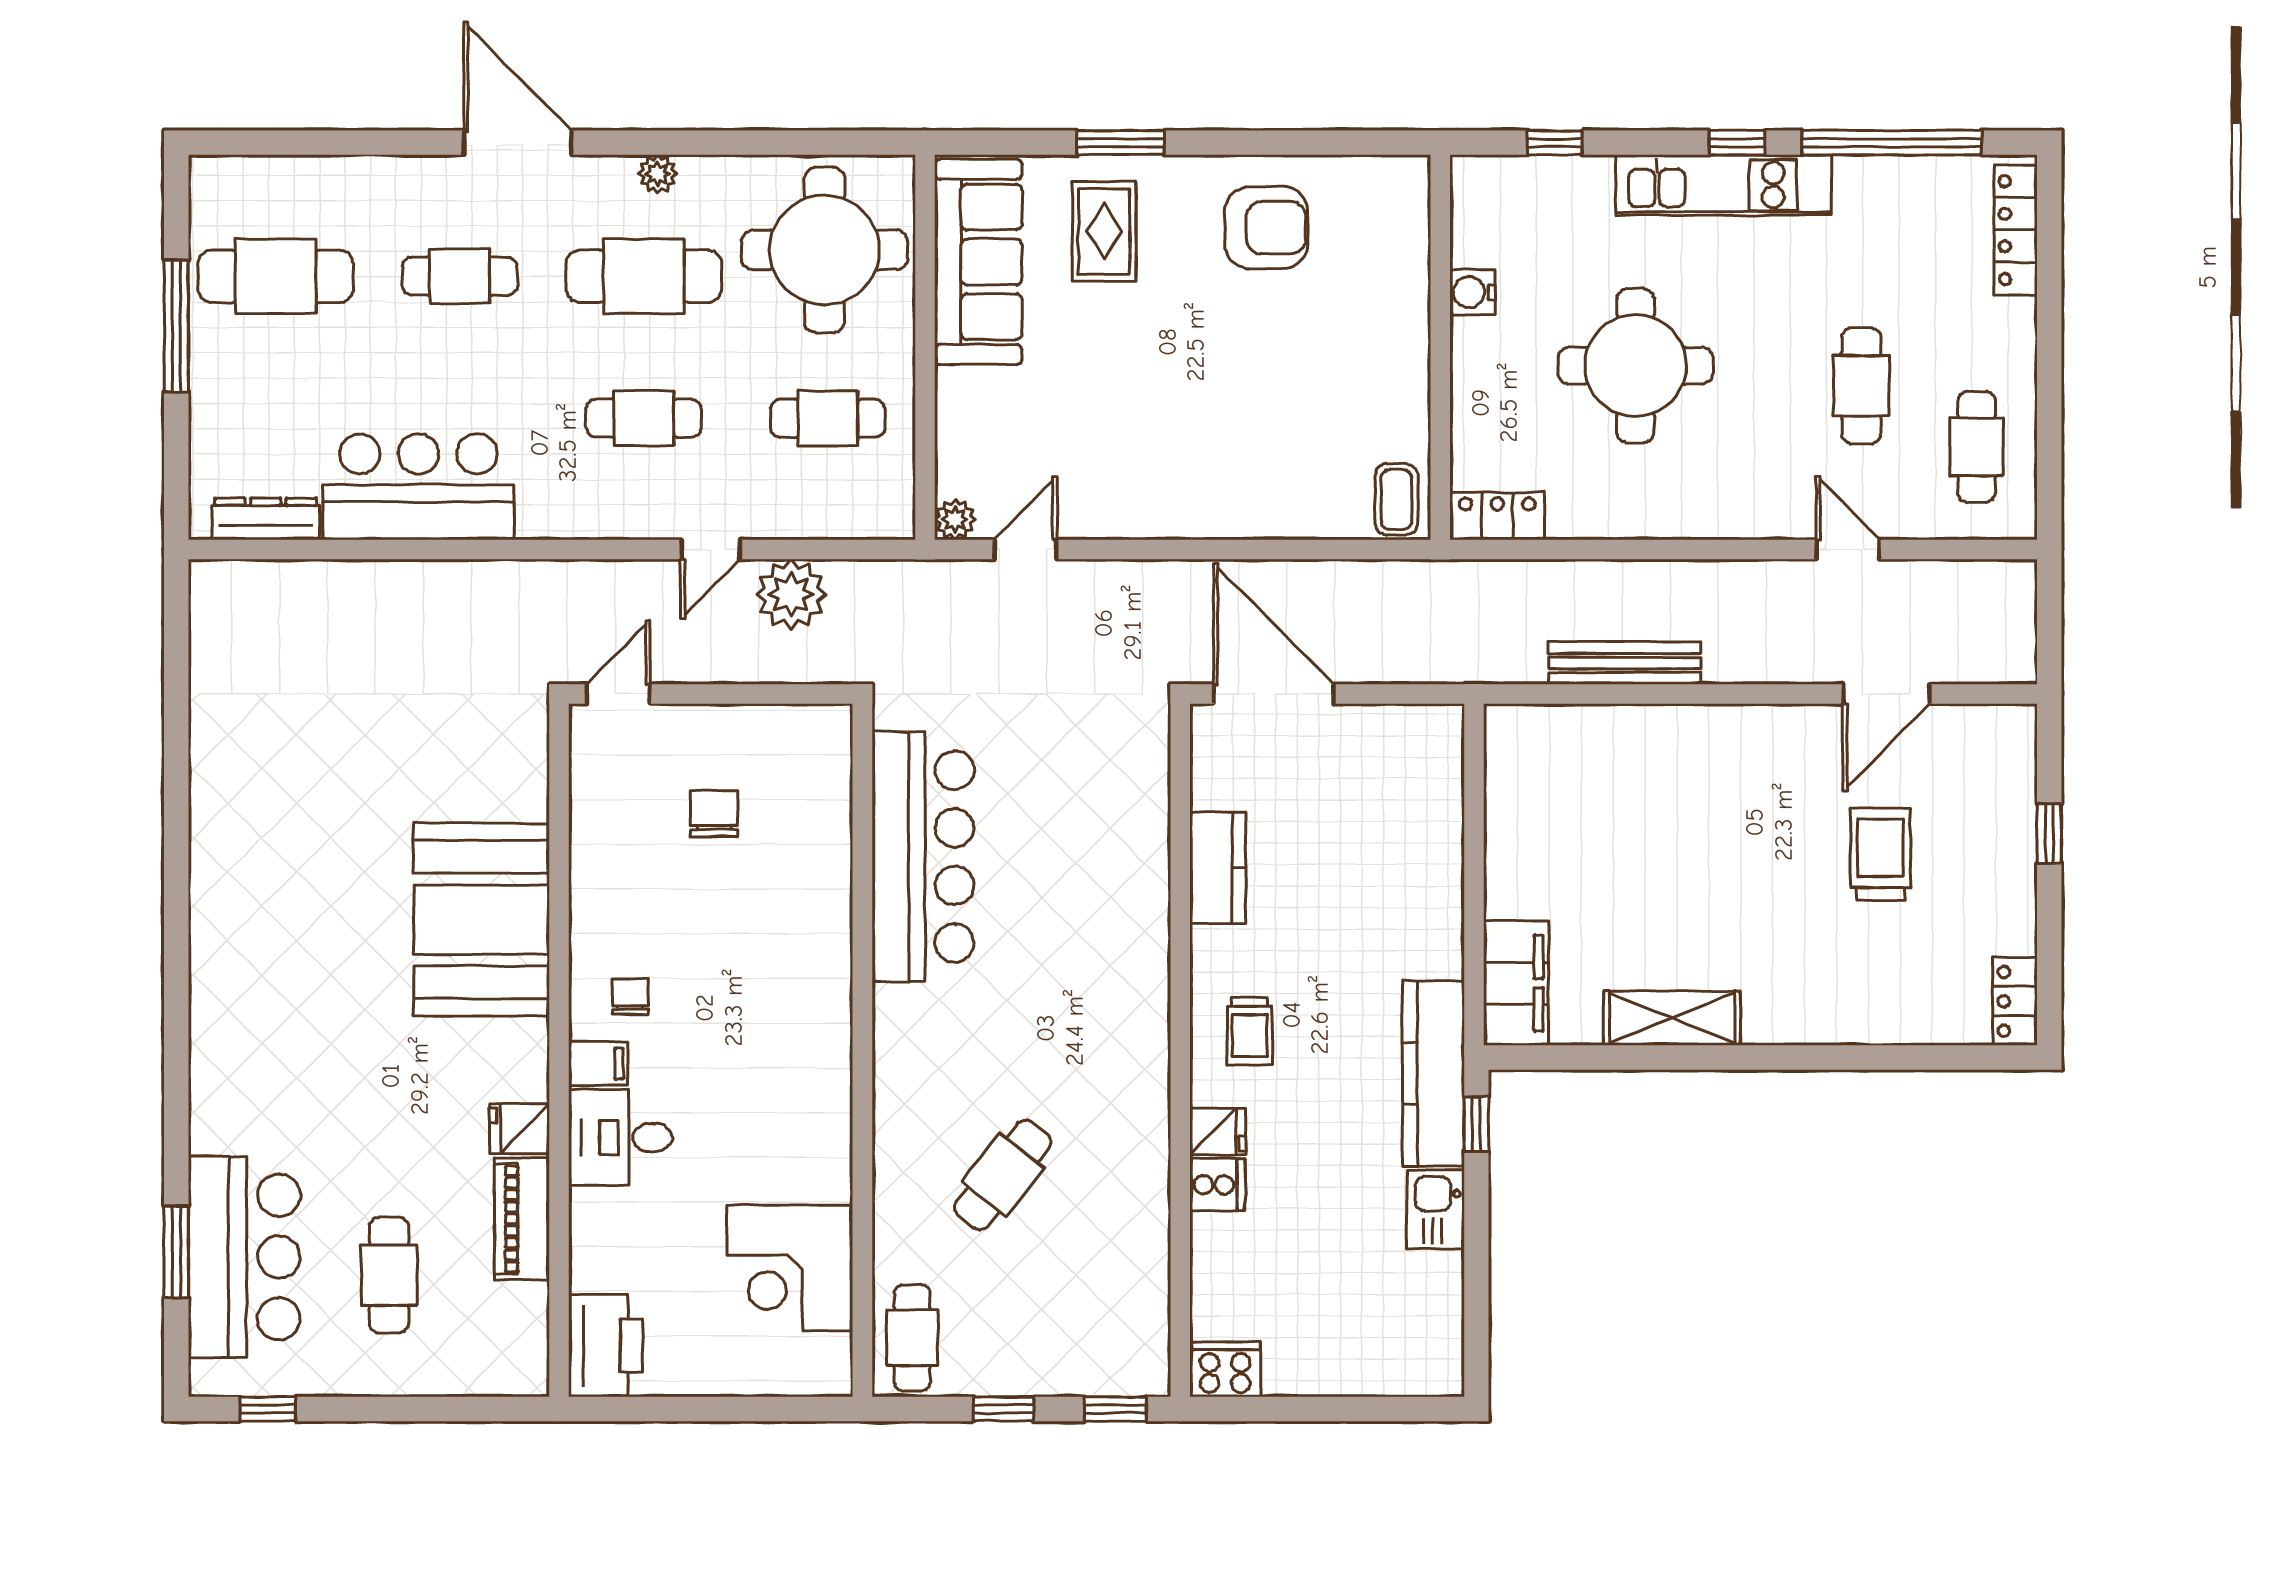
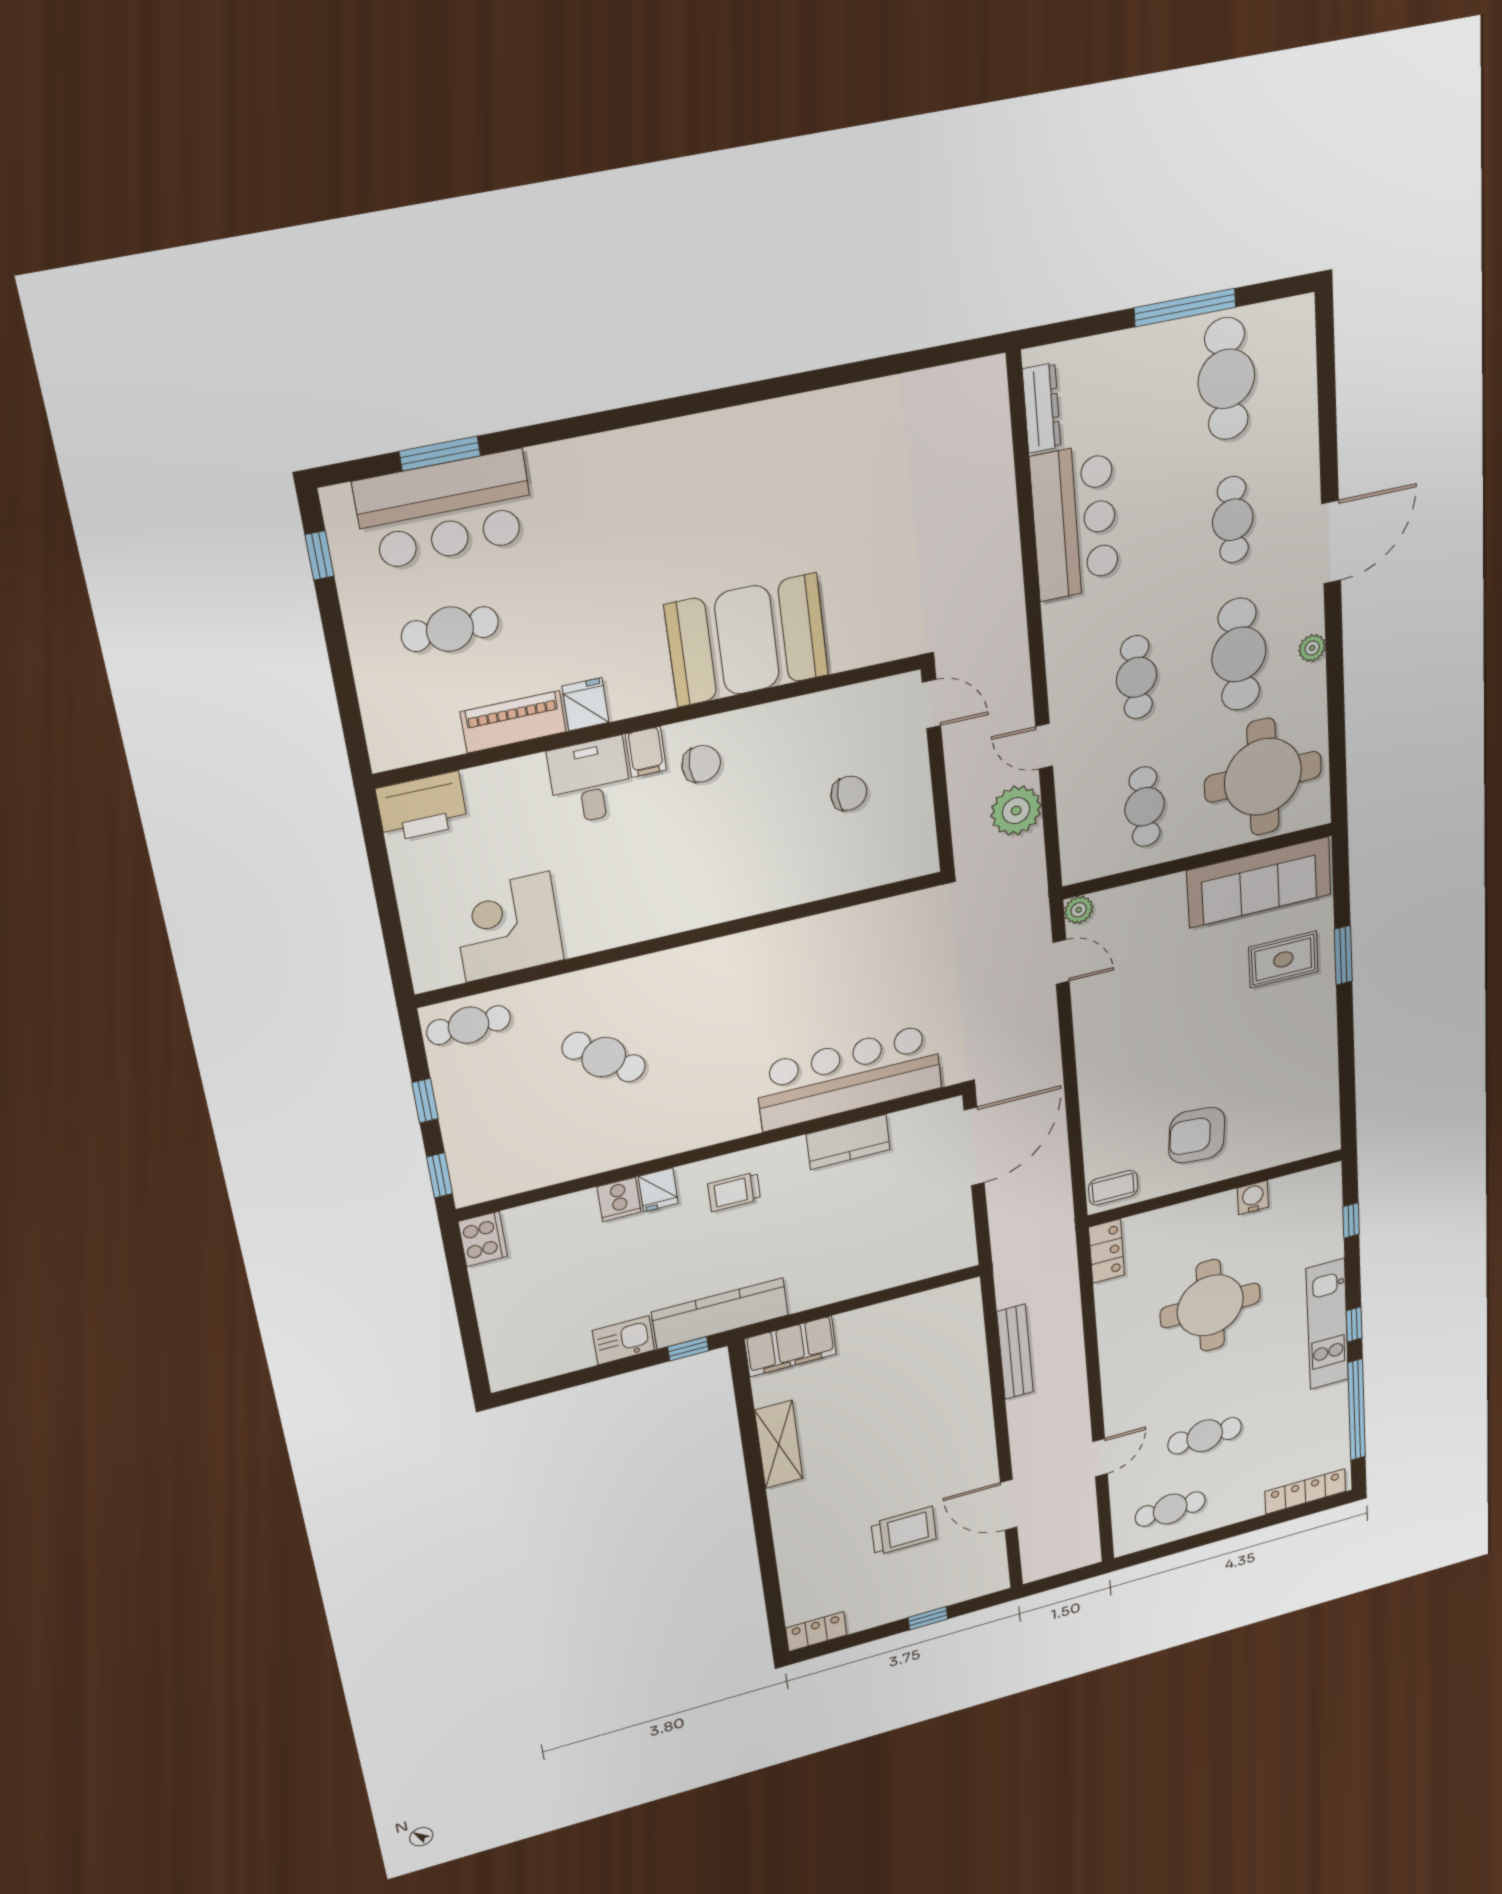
armchair: (1266, 228) -> (1197, 1135), moved, turned 95
bar counter: (923, 857) -> (849, 1077), moved, turned 180
chair: (630, 997) -> (701, 764), width x1.37, depth x1.37

